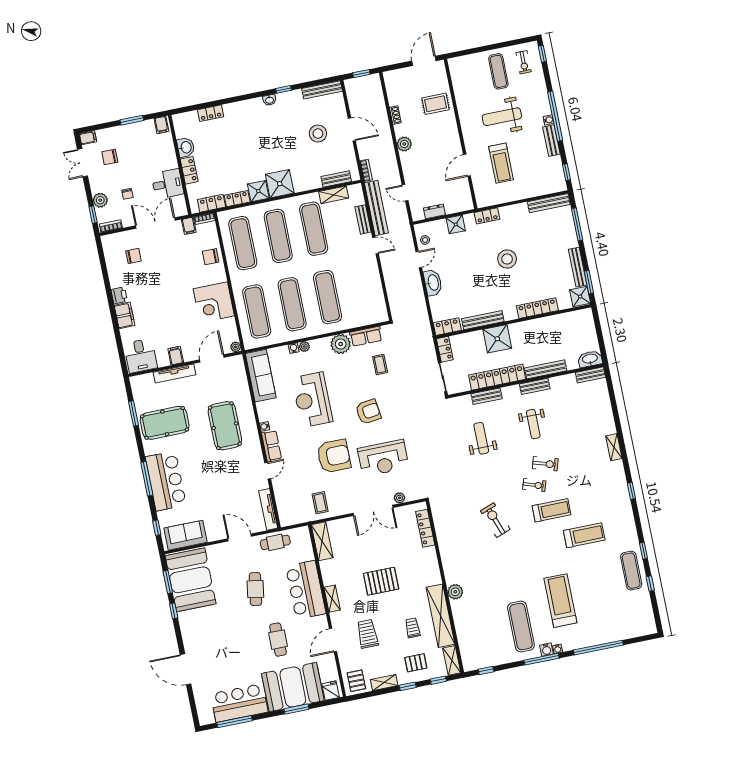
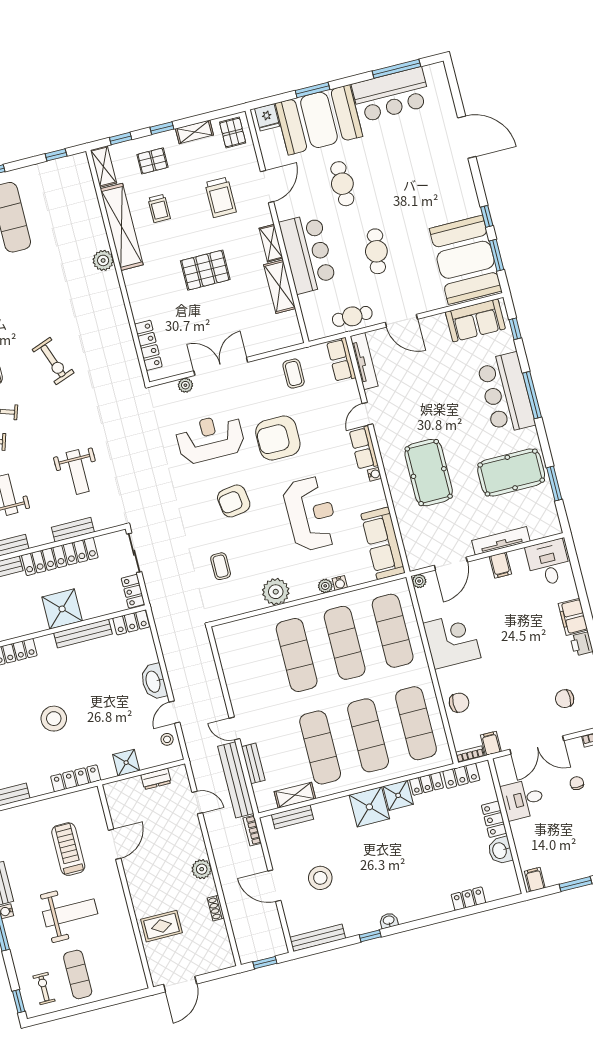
locker: (487, 216) -> (76, 778), width x1.53
row of seats: (366, 336) -> (341, 360), moved, turned -90
shelving: (322, 541) -> (280, 287), moved

